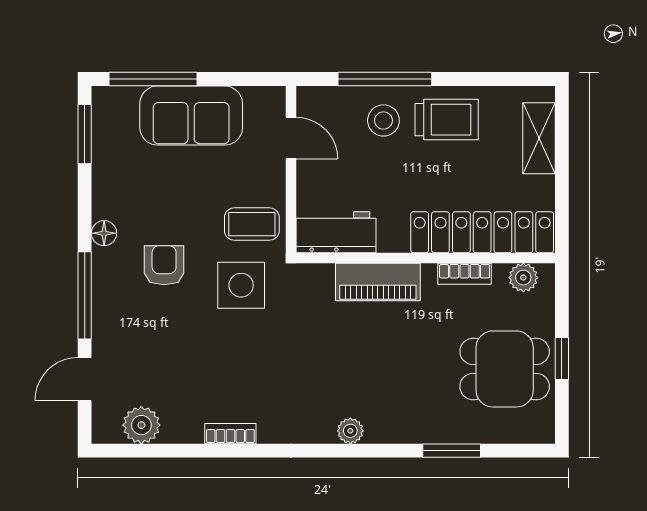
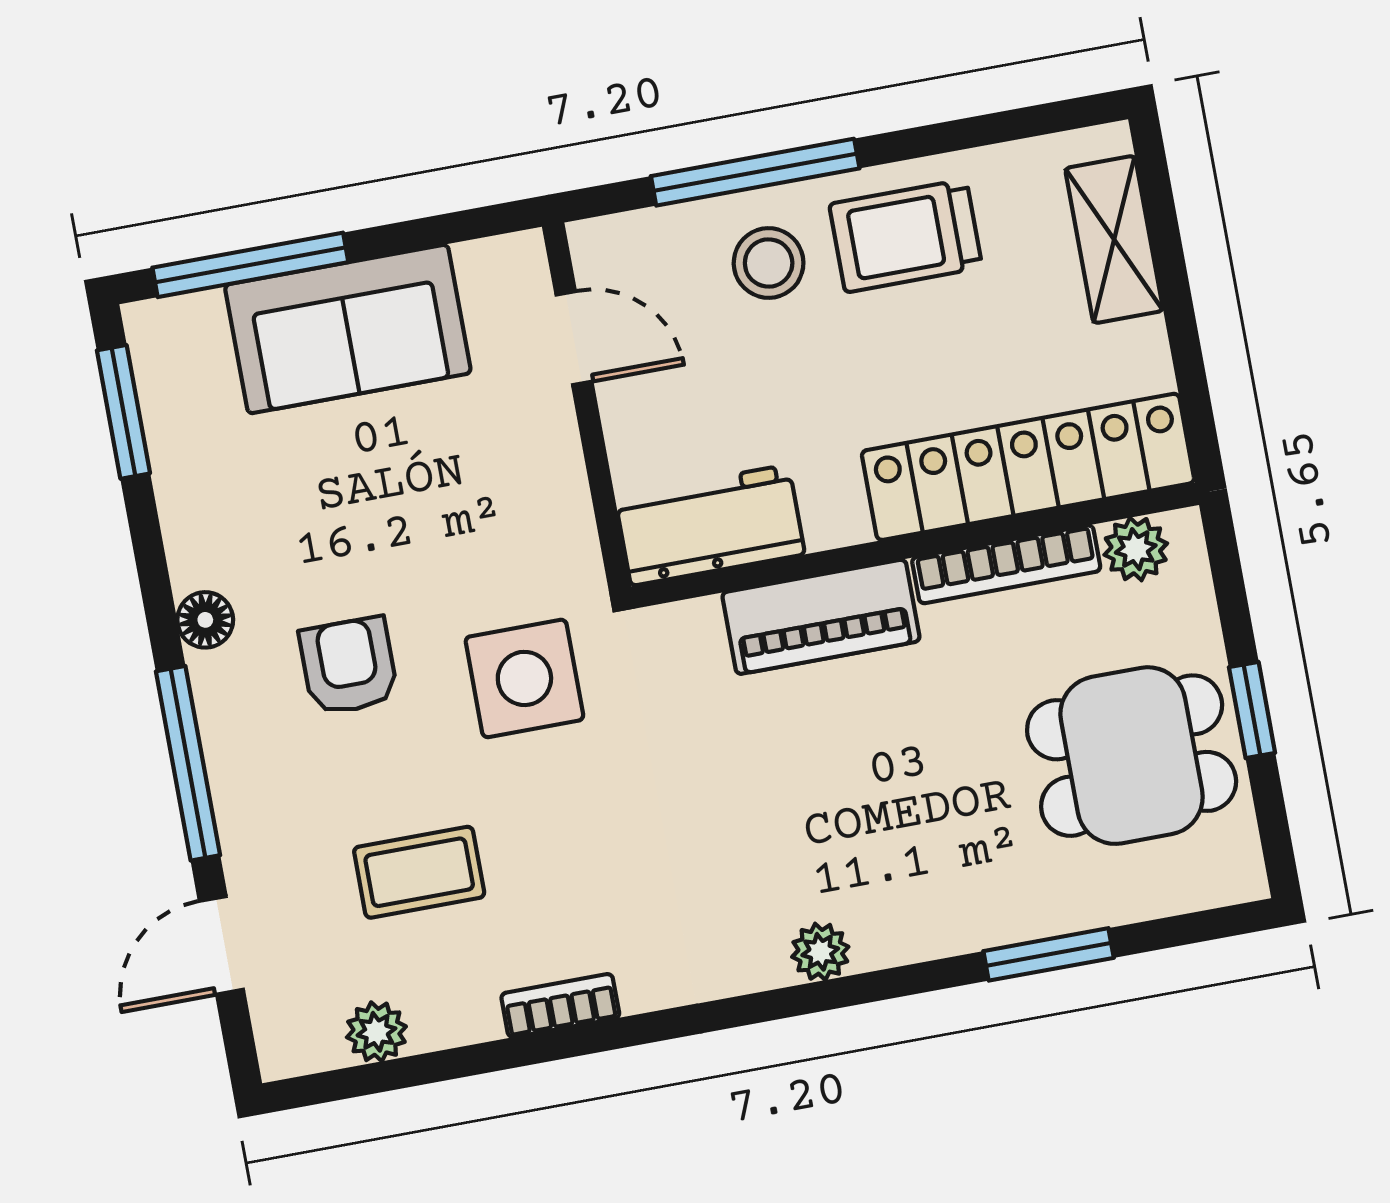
trolley: (447, 120) -> (906, 236), turned 180
coffee table: (252, 224) -> (419, 872), moved
bookcase: (465, 274) -> (1006, 564), width x1.56
plant: (141, 425) -> (376, 1032), width x0.73, depth x0.73

